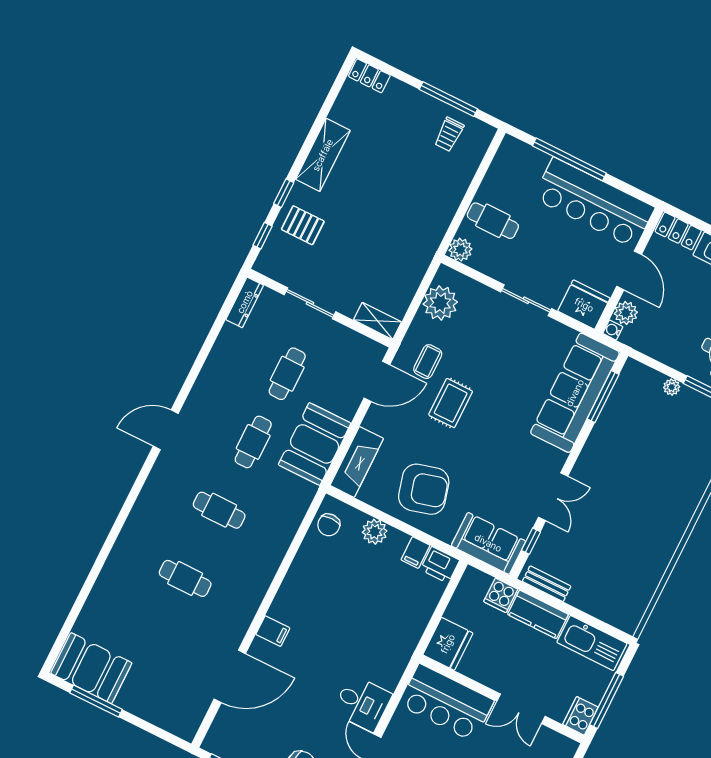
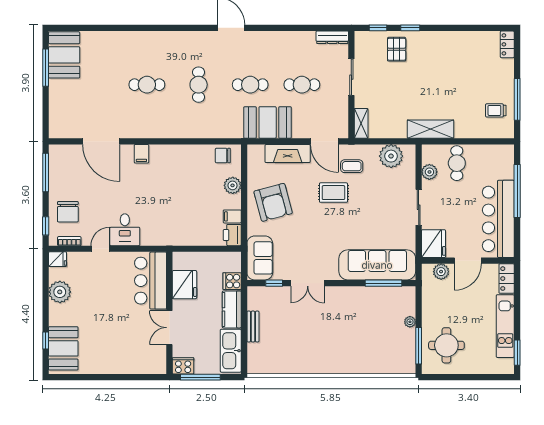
shelving: (323, 155) -> (430, 129), moved
plant: (460, 250) -> (429, 172), moved
water cooler: (613, 330) -> (427, 269), removed
fireplace: (357, 462) -> (288, 154), moved
cafe table: (185, 578) -> (147, 85), turned 90
bench: (547, 584) -> (253, 327), moved
fridge: (448, 644) -> (184, 285), moved, turned -90

